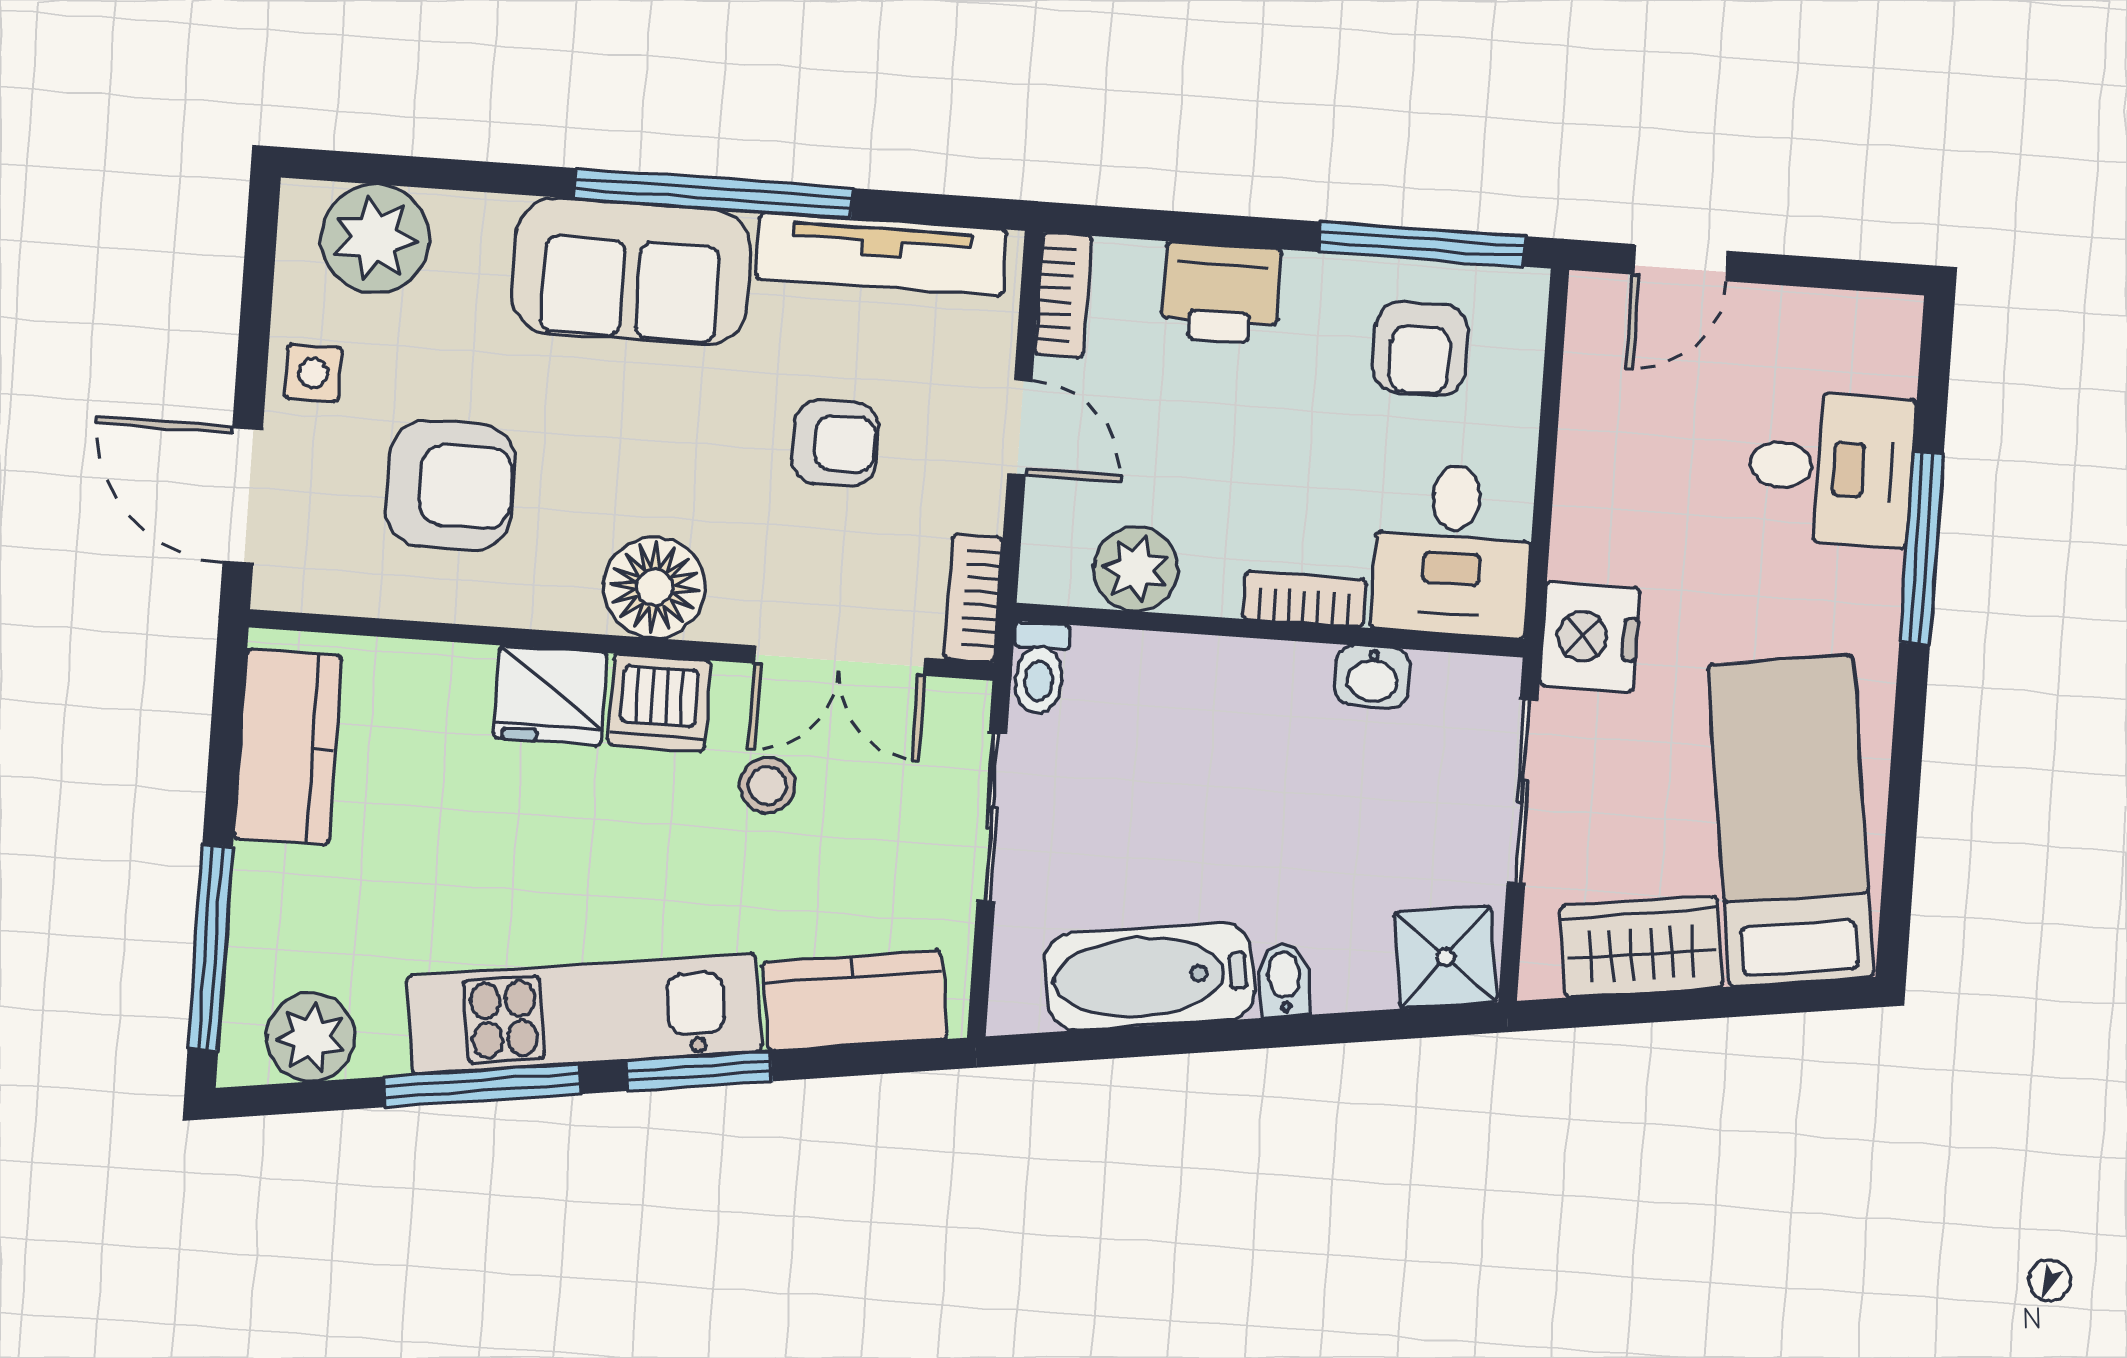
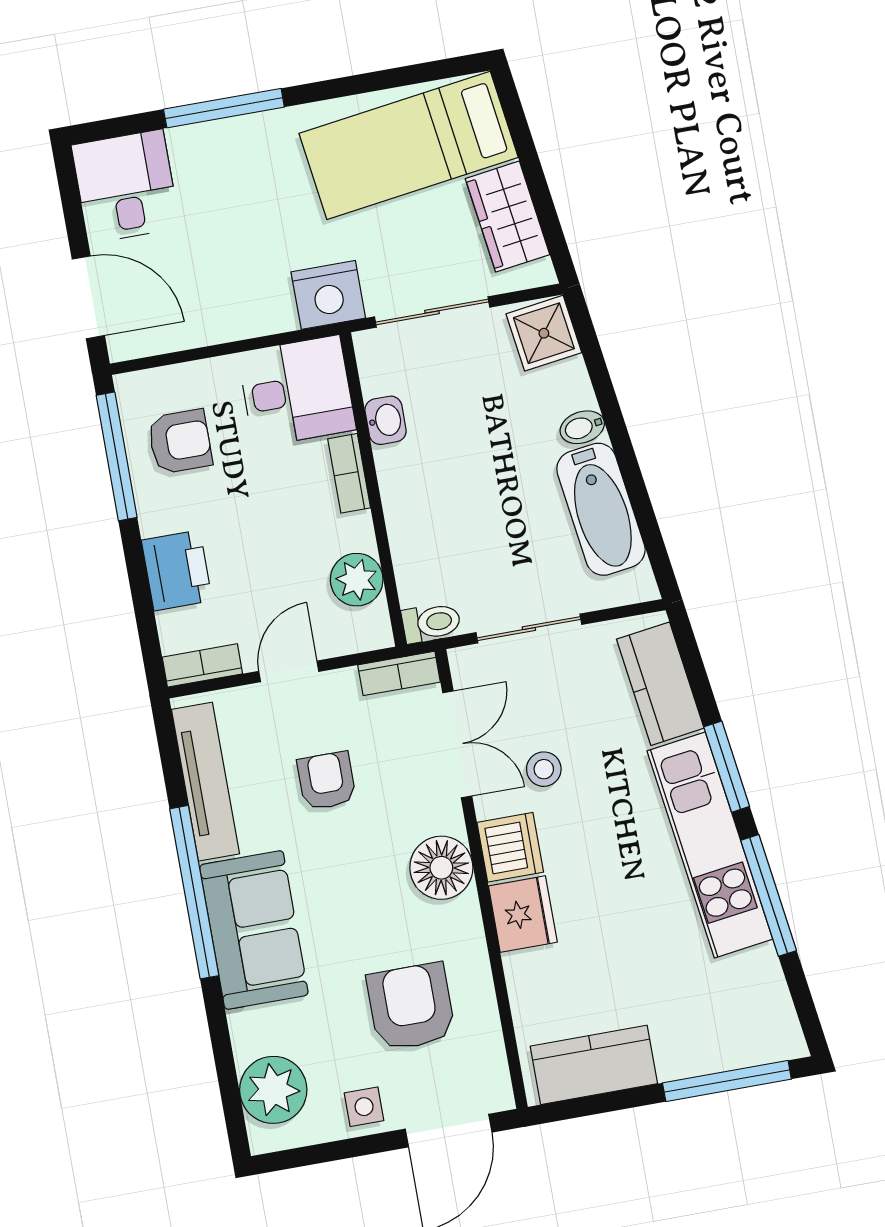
door: (1681, 263) -> (88, 297), width x1.37
desk: (1831, 468) -> (126, 186), moved
plant: (311, 1037) -> (766, 1007), removed

